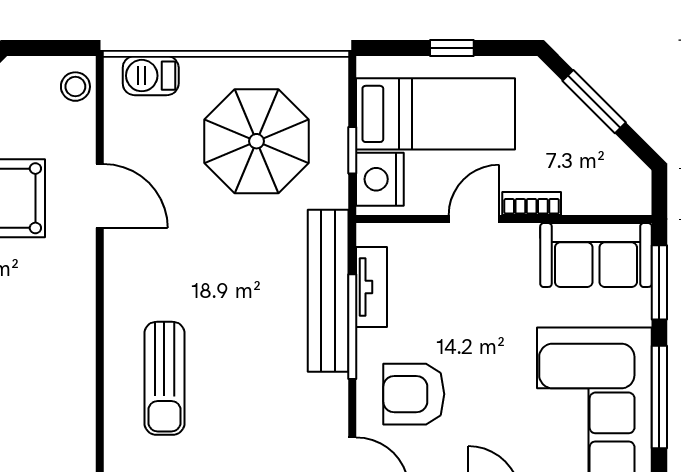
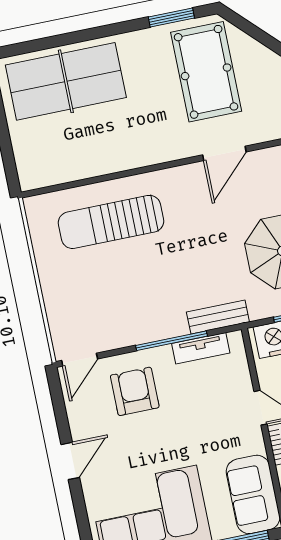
bench: (328, 291) -> (218, 317), width x0.54, depth x0.82
sun lounger: (164, 378) -> (111, 222), width x1.36, depth x1.34

